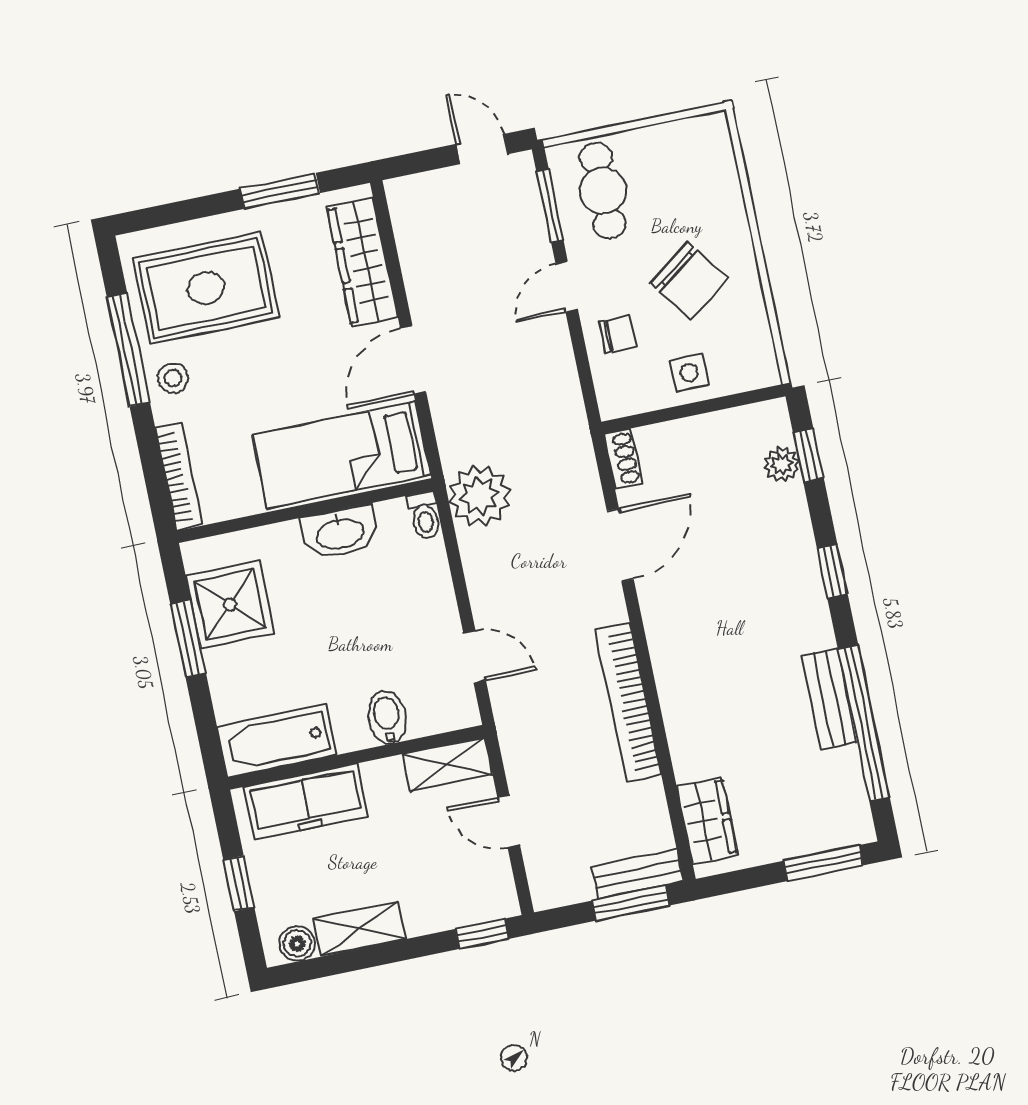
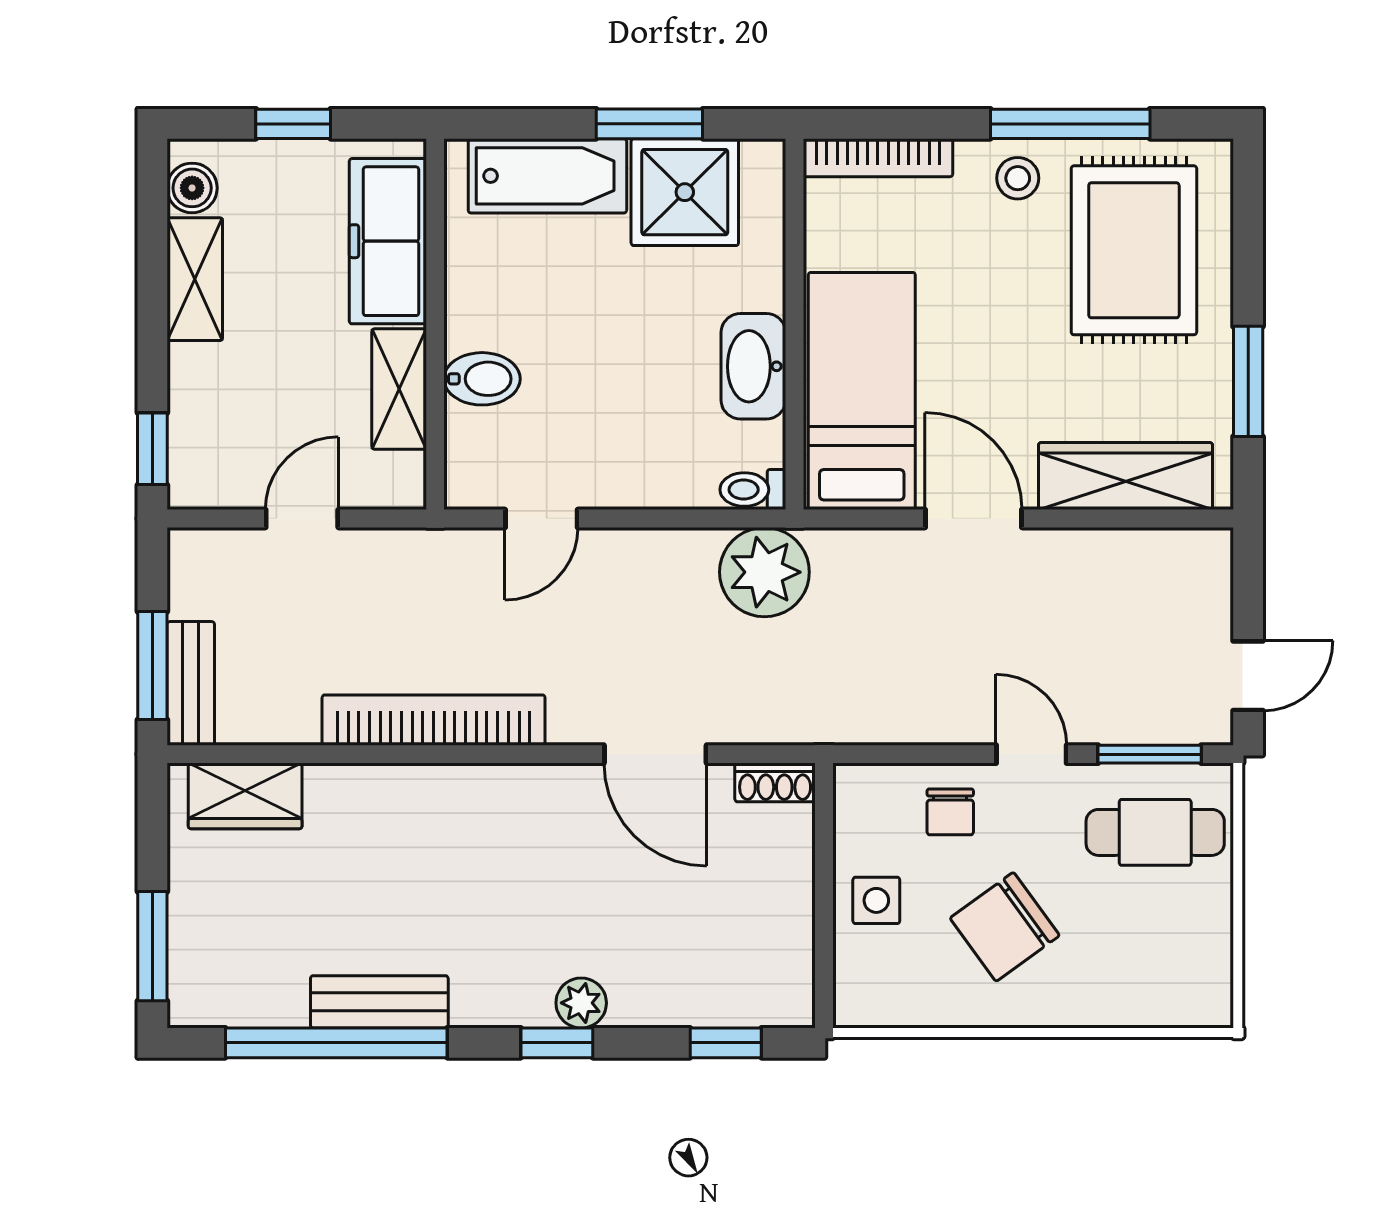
plant: (782, 464) -> (581, 1003), moved
bathtub: (276, 741) -> (547, 176), moved, turned 90
shelving: (447, 764) -> (399, 389), moved

